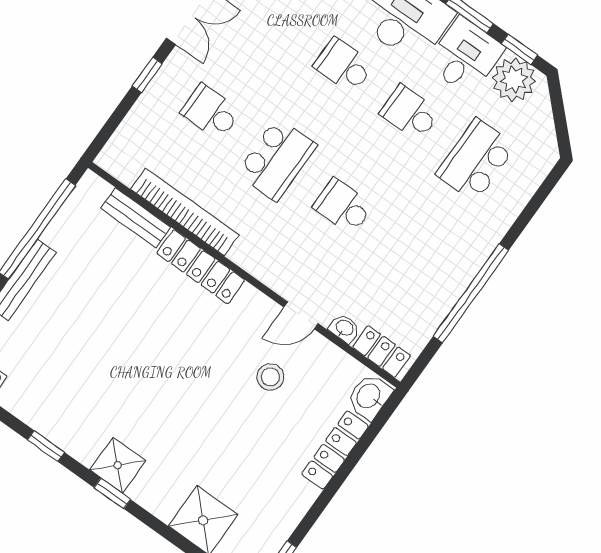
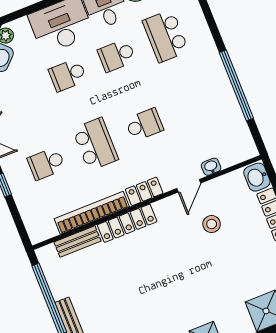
school desk: (343, 206) -> (144, 125), turned 180
locker: (382, 351) -> (144, 191), moved

